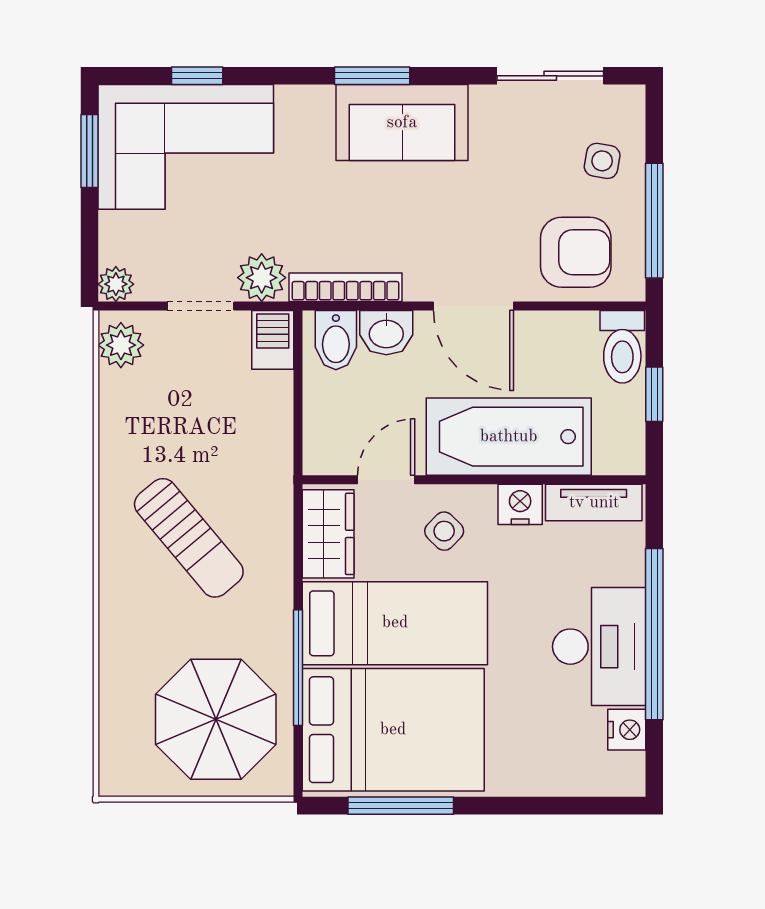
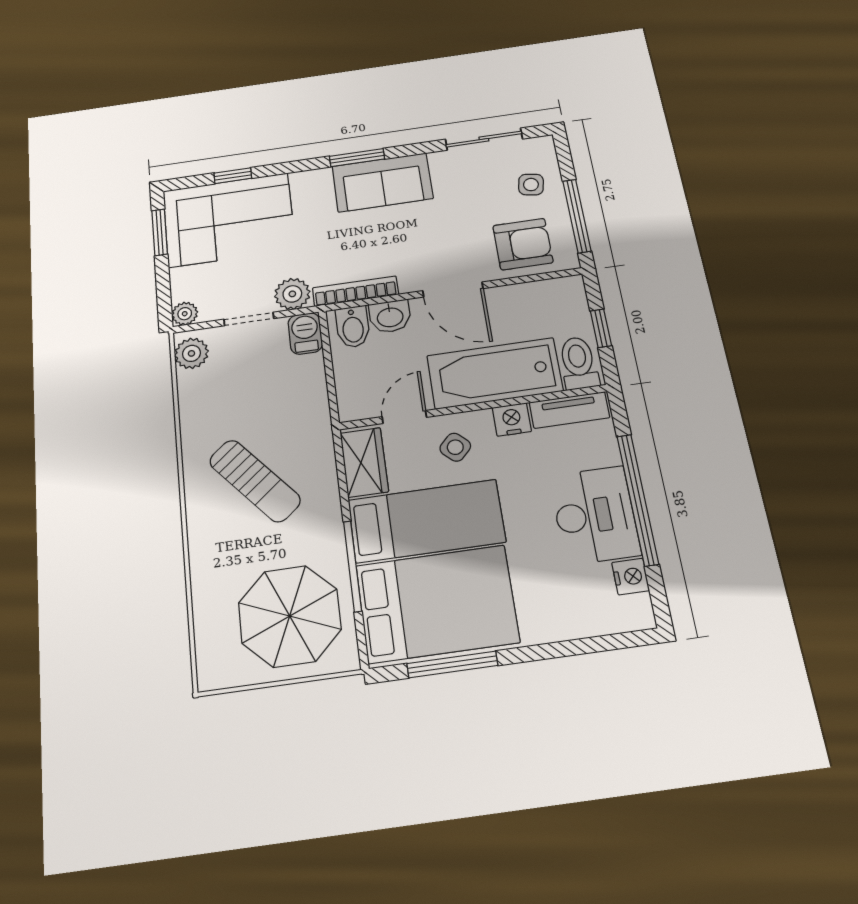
toilet: (622, 347) -> (578, 363), moved, turned 180

